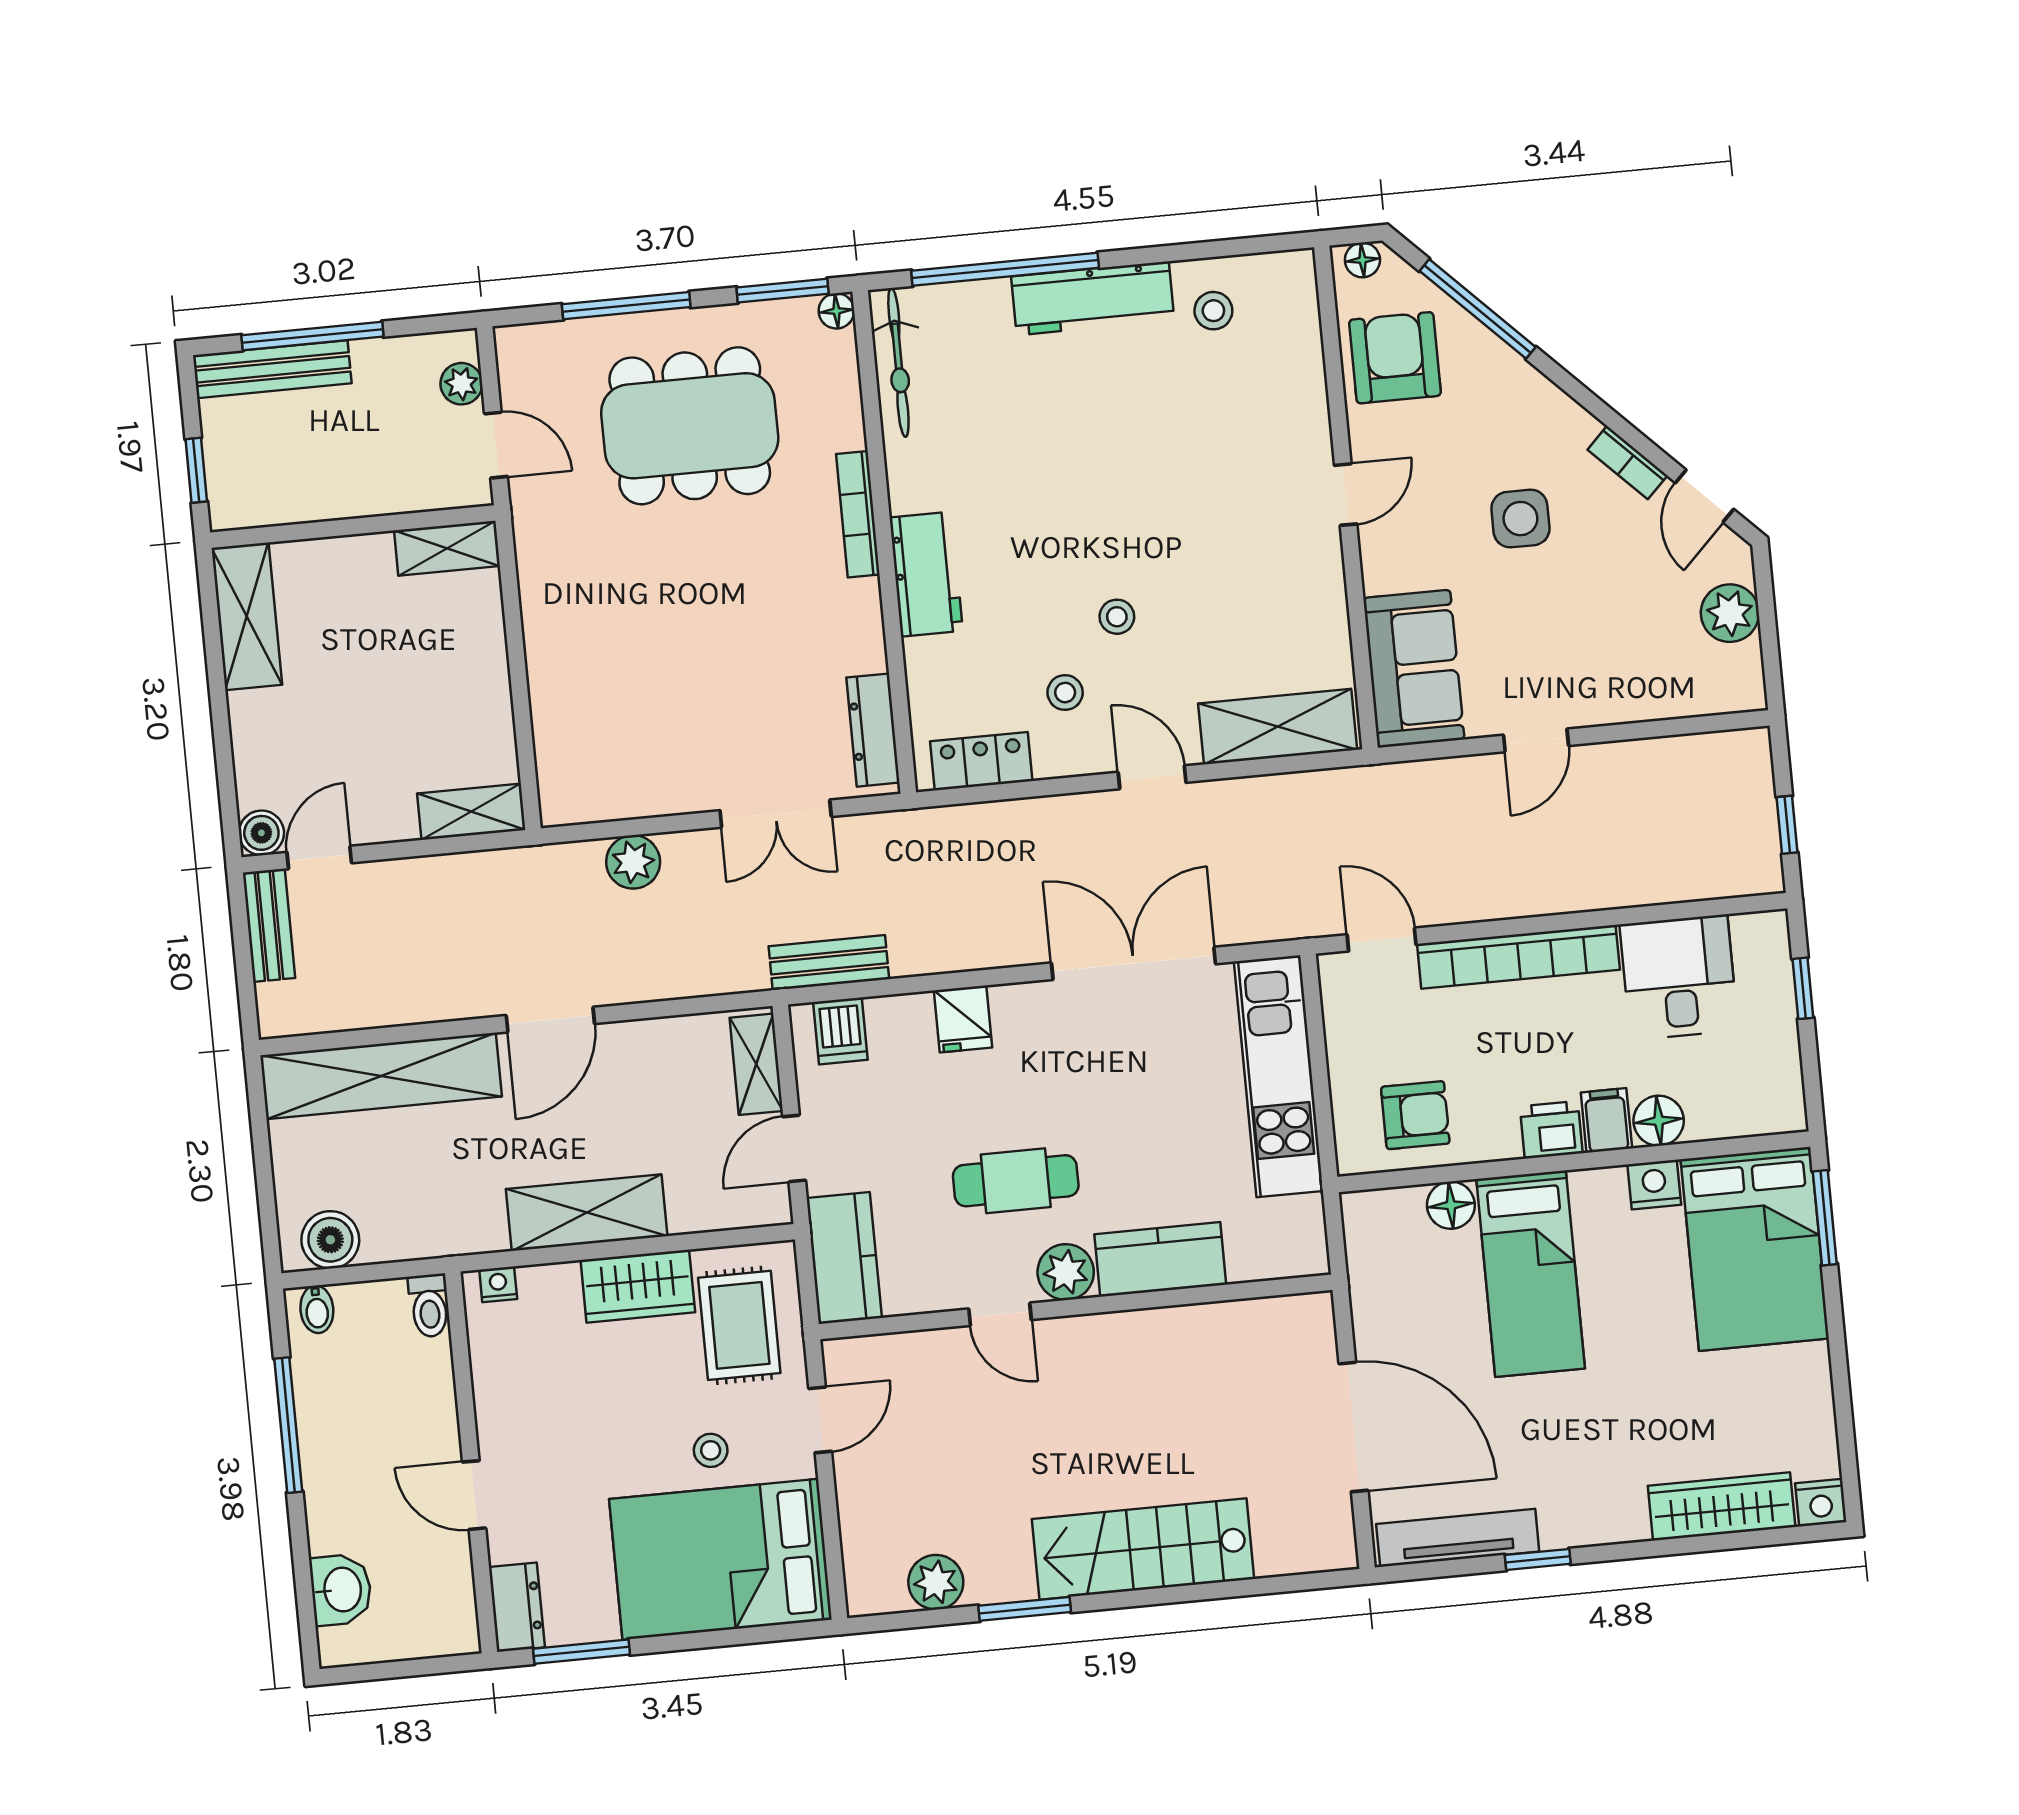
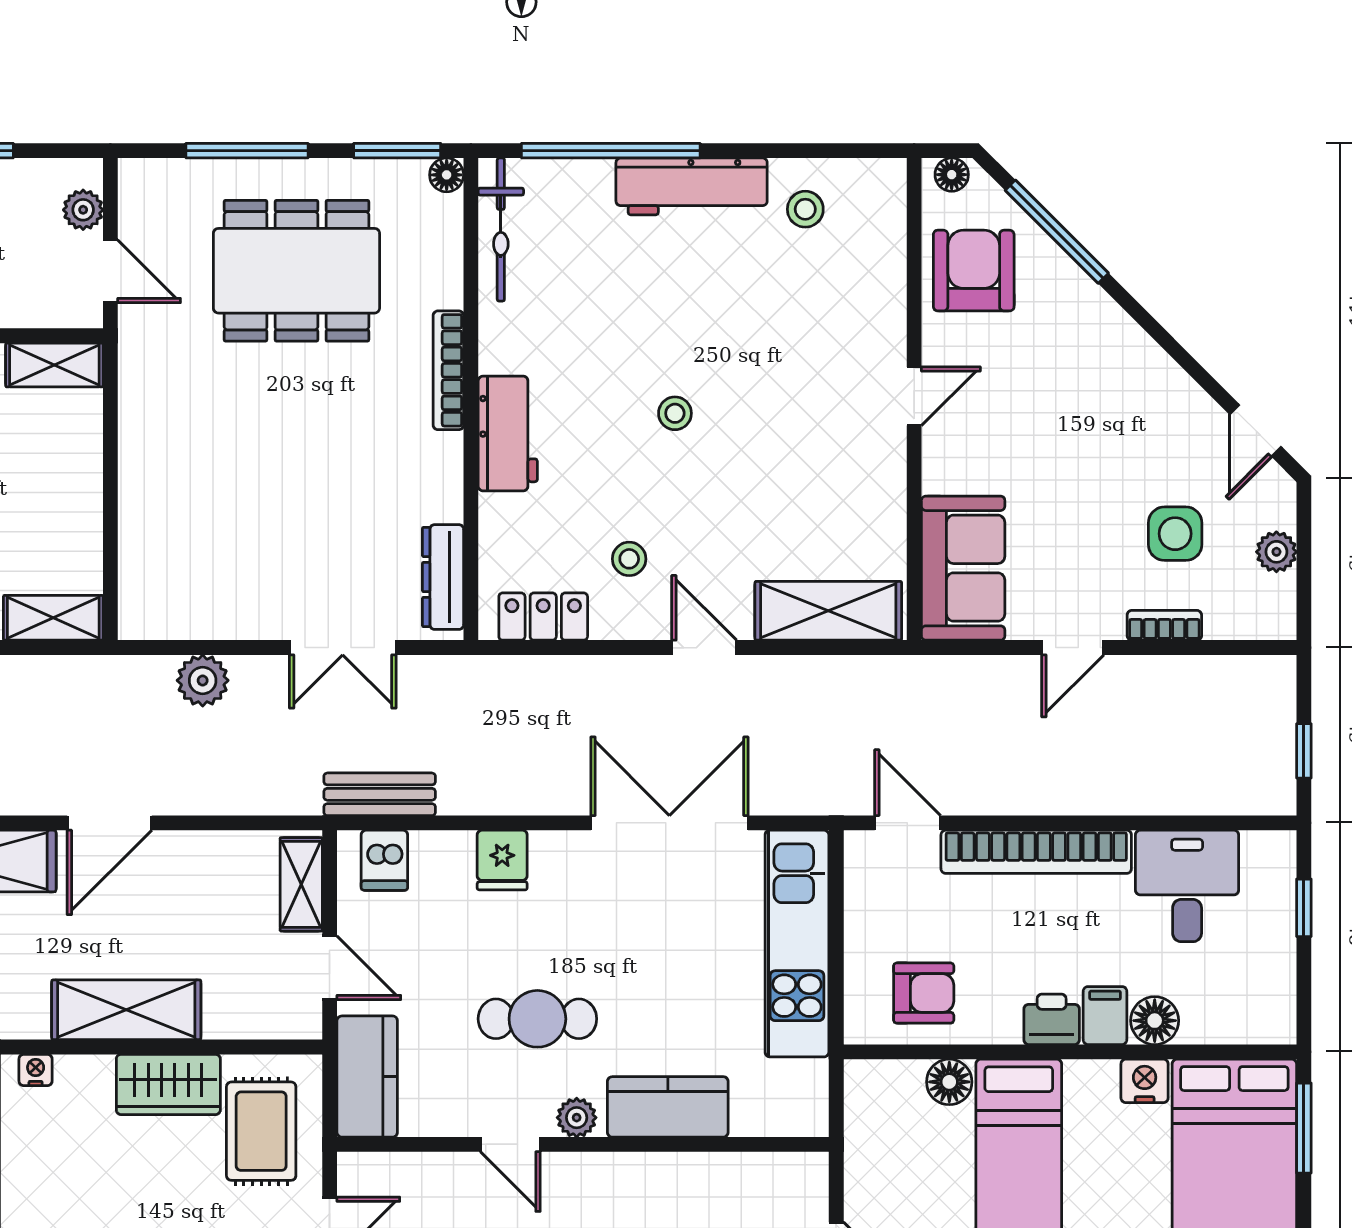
bookcase: (1627, 463) -> (1164, 625), moved, turned 135
side table: (1520, 519) -> (1175, 534), moved
plant: (1730, 613) -> (1276, 552), width x0.73, depth x0.73
stool: (1117, 617) -> (675, 413), moved
door: (794, 1148) -> (330, 968), swing flipped
plant: (1066, 1272) -> (577, 1118), width x0.73, depth x0.73

